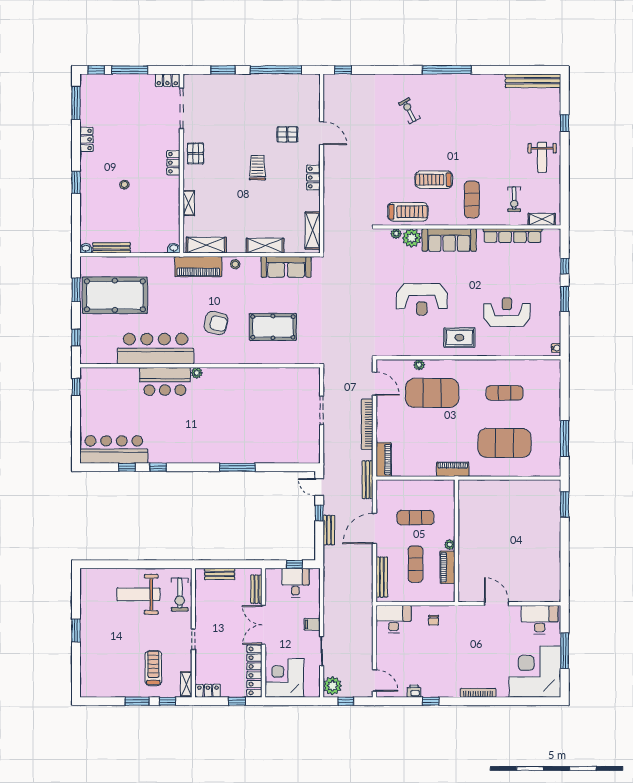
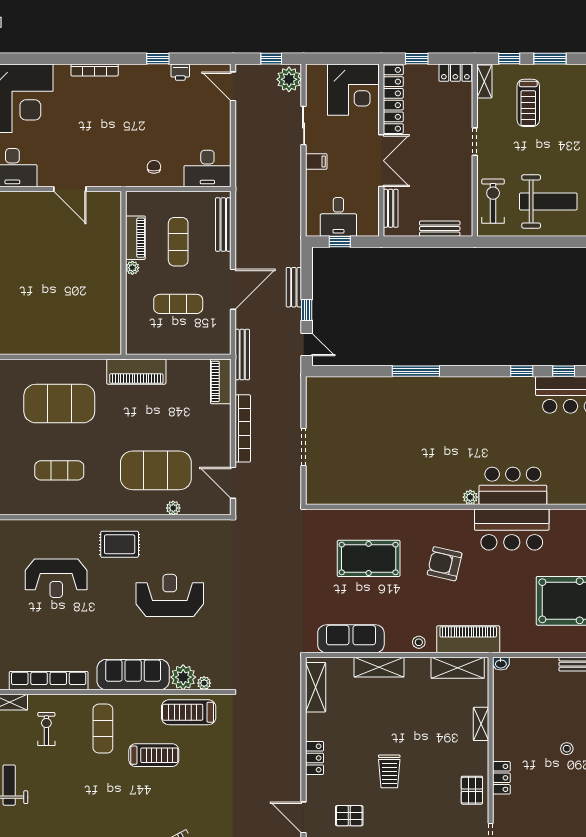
bar counter: (156, 349) -> (512, 529), width x0.73
piano: (453, 469) -> (136, 372), width x1.37, depth x1.33

